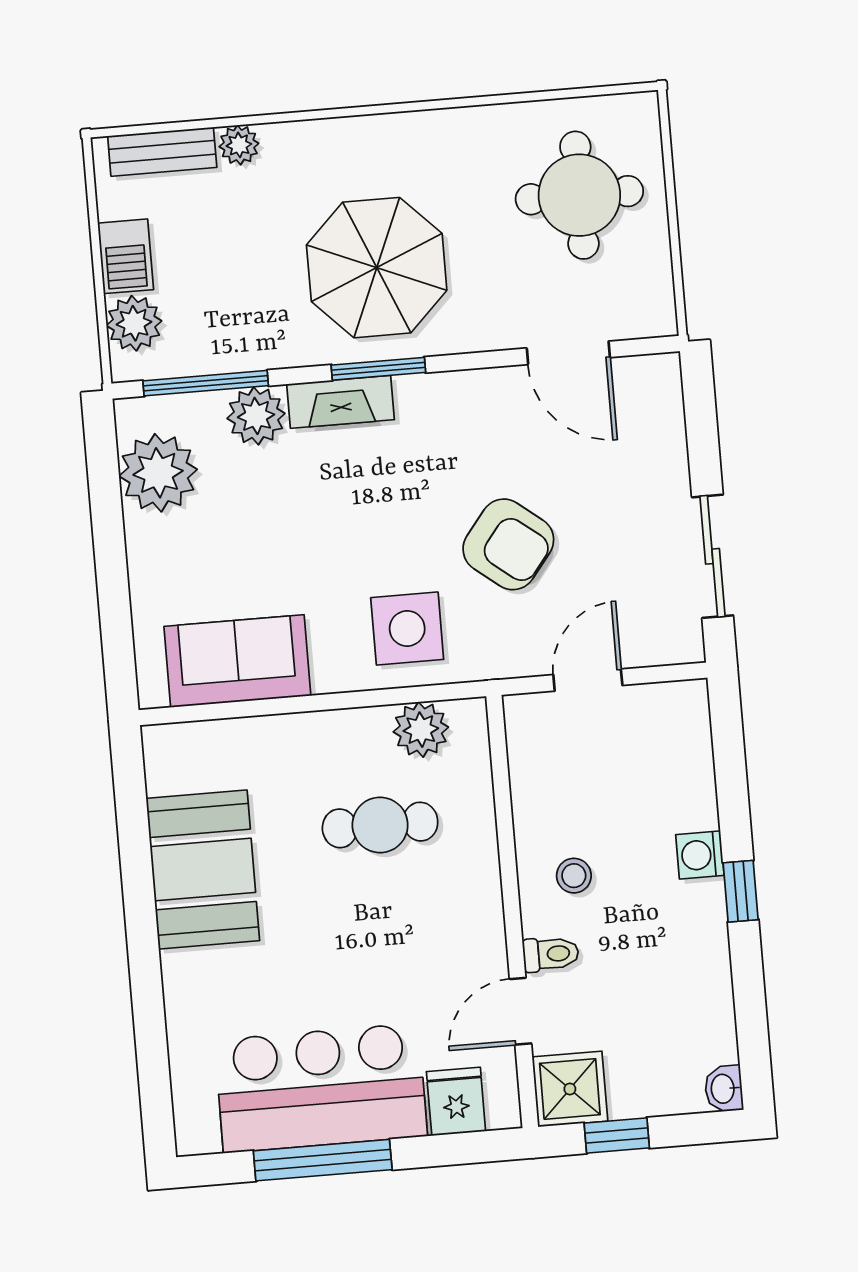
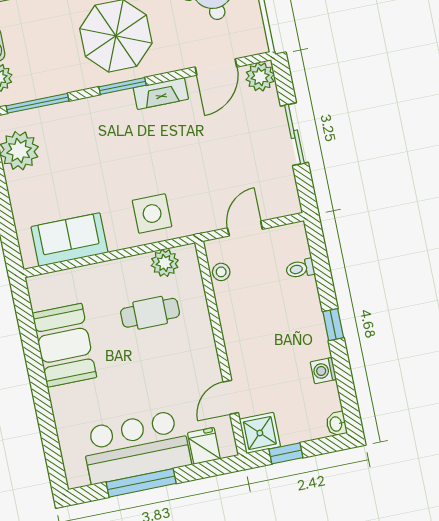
door: (568, 353) -> (216, 67), hinge flipped
fireplace: (341, 402) -> (161, 93), moved
plant: (256, 416) -> (260, 77), moved
armchair: (508, 544) -> (197, 166), removed
sliding door: (712, 556) -> (294, 134), moved
washing machine: (700, 855) -> (323, 371), moved
stool: (574, 876) -> (221, 272), moved
toilet: (551, 954) -> (300, 269), moved, turned 180

